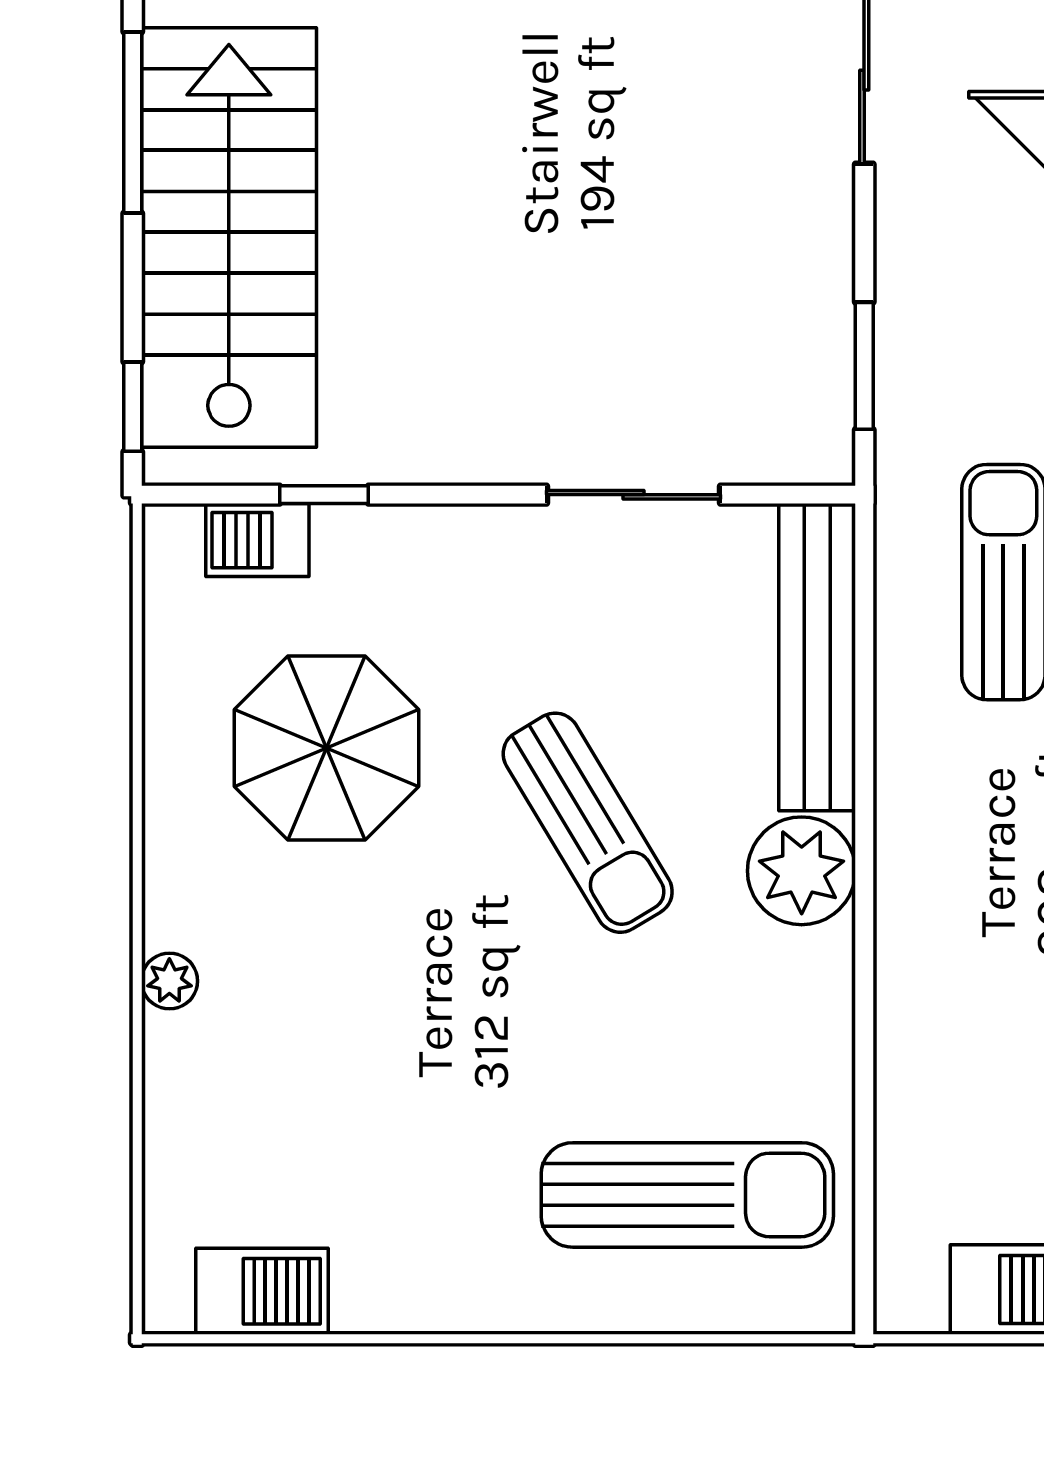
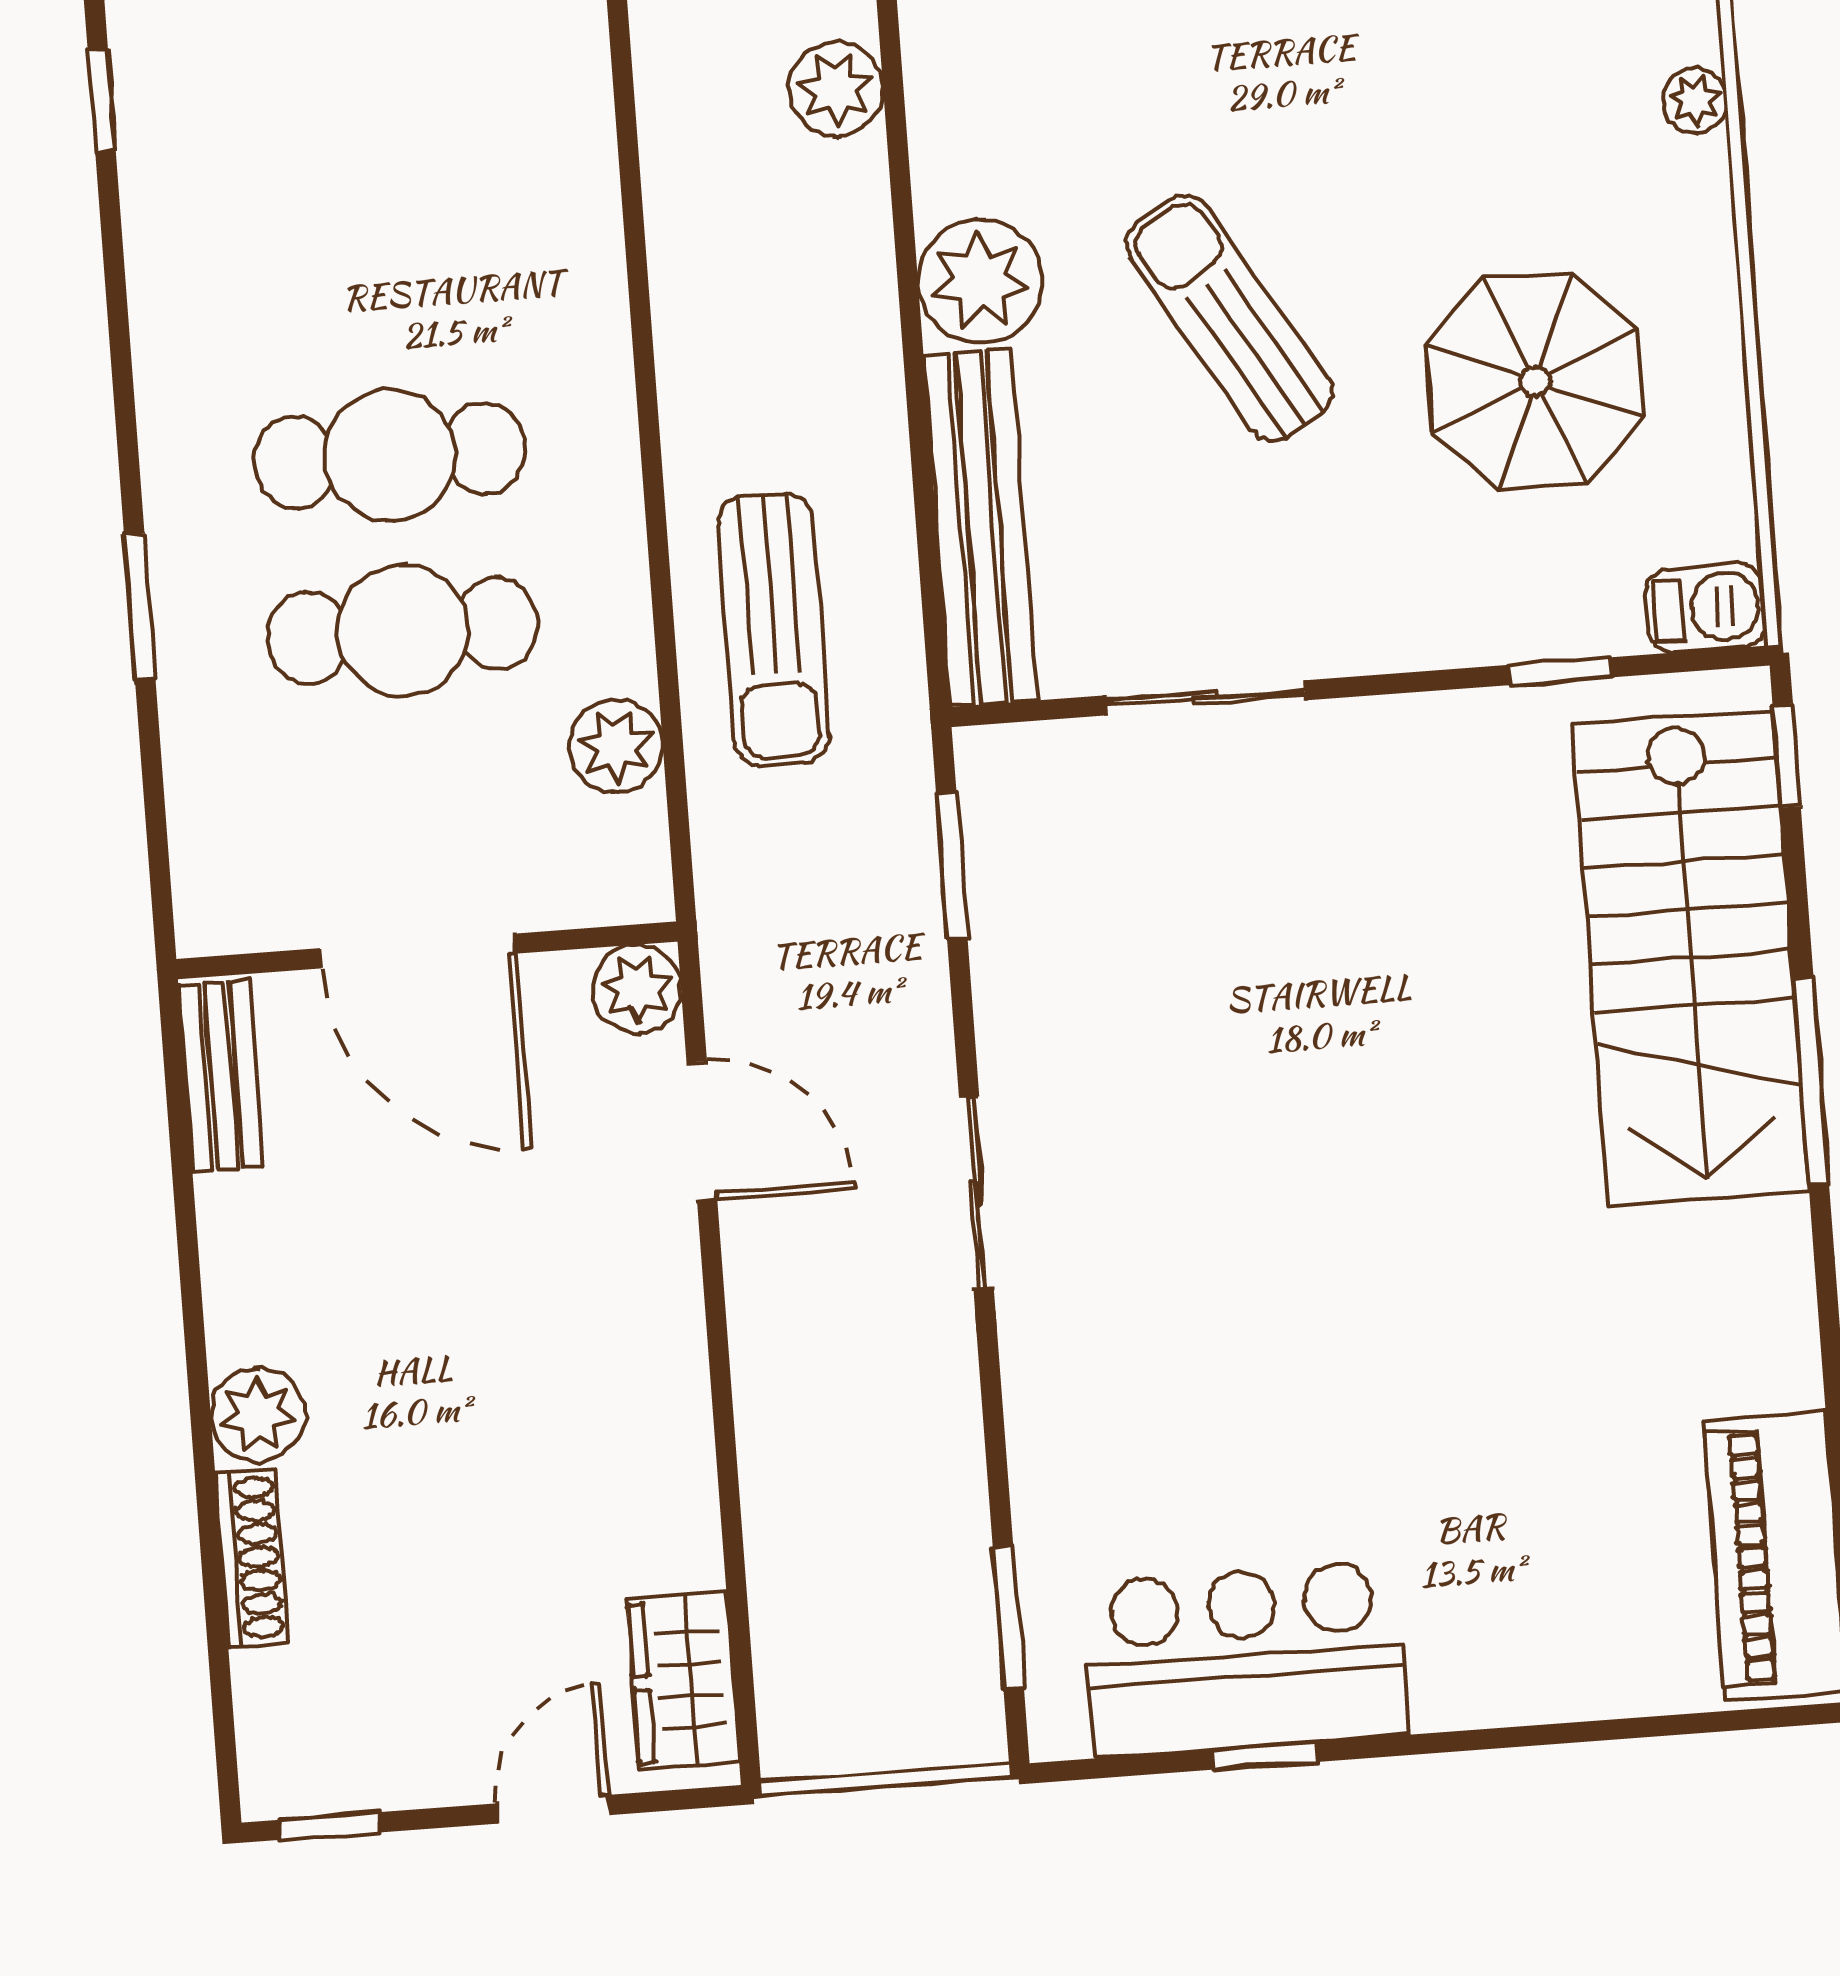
barbecue: (257, 540) -> (1706, 608), moved
plant: (914, 1047) -> (836, 89), added

